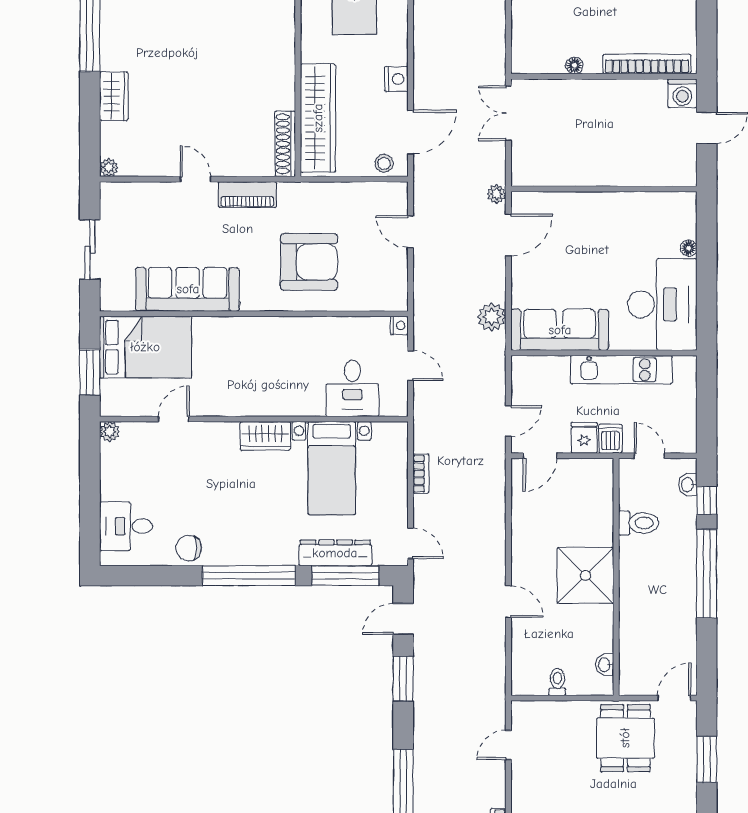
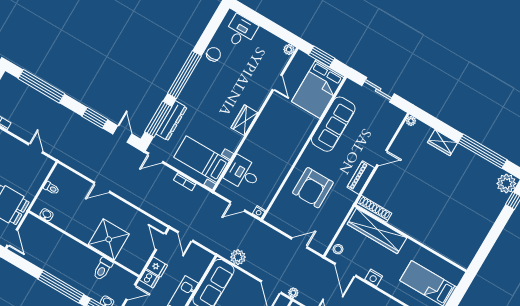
bed with nightstands: (332, 468) -> (202, 159), moved
shower: (585, 575) -> (109, 239), moved

